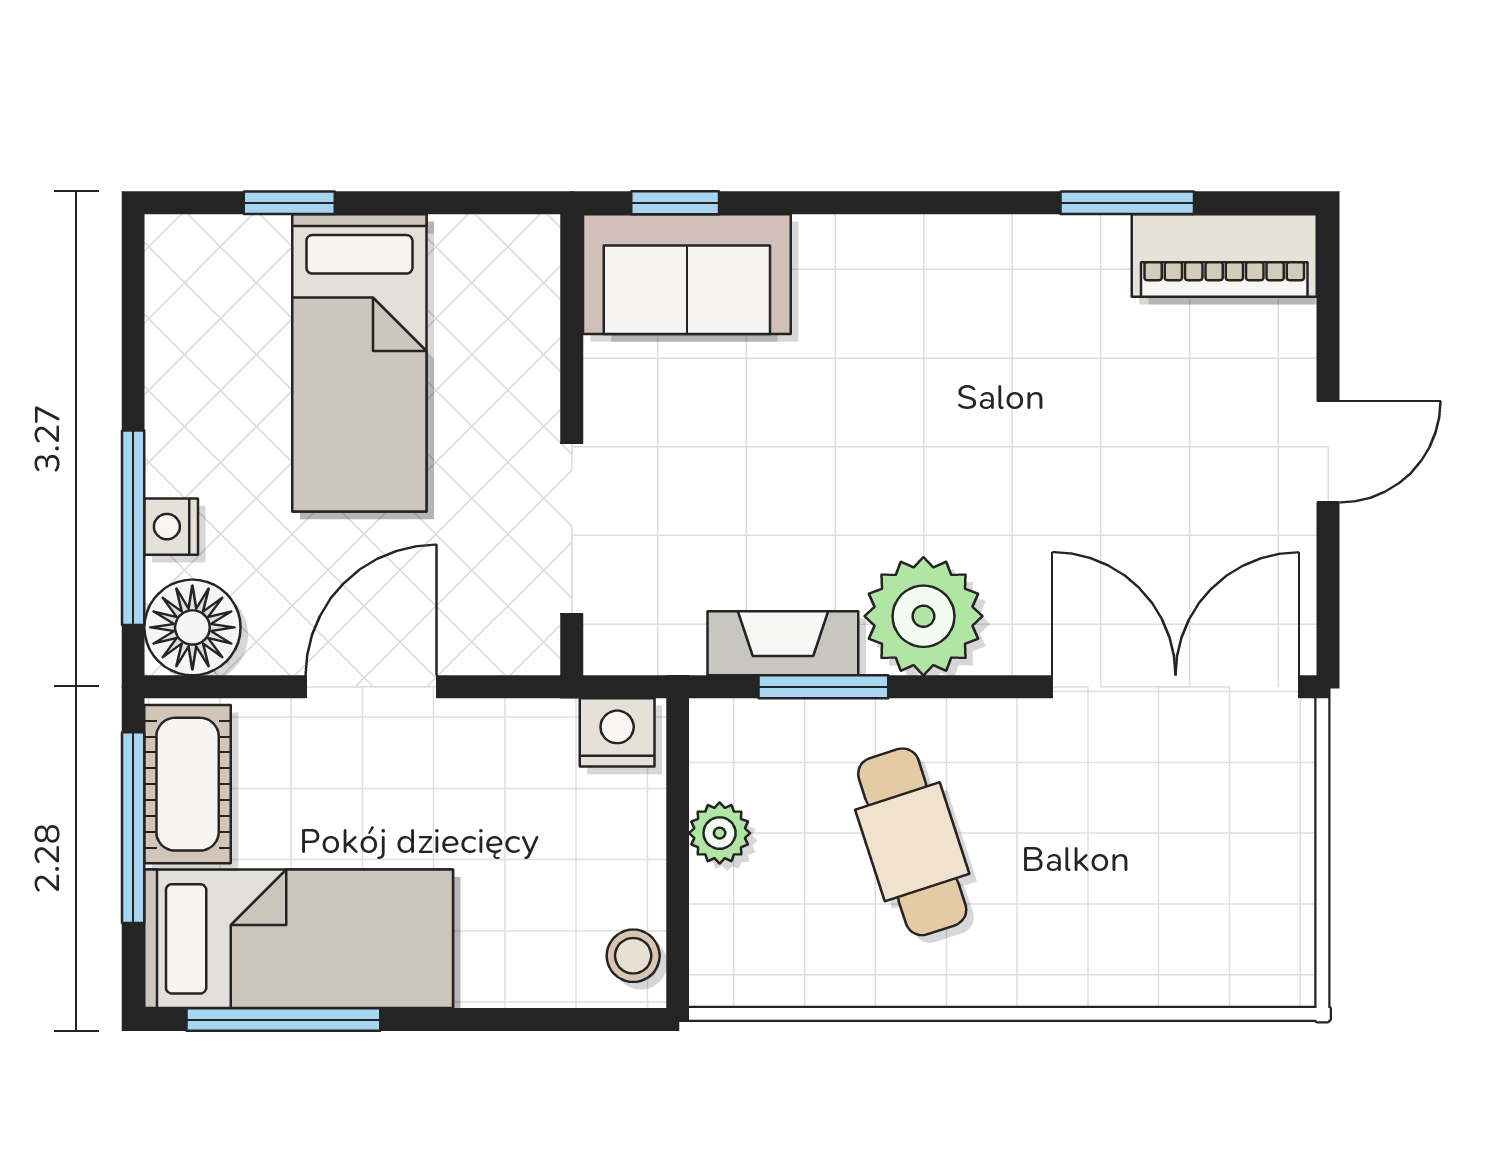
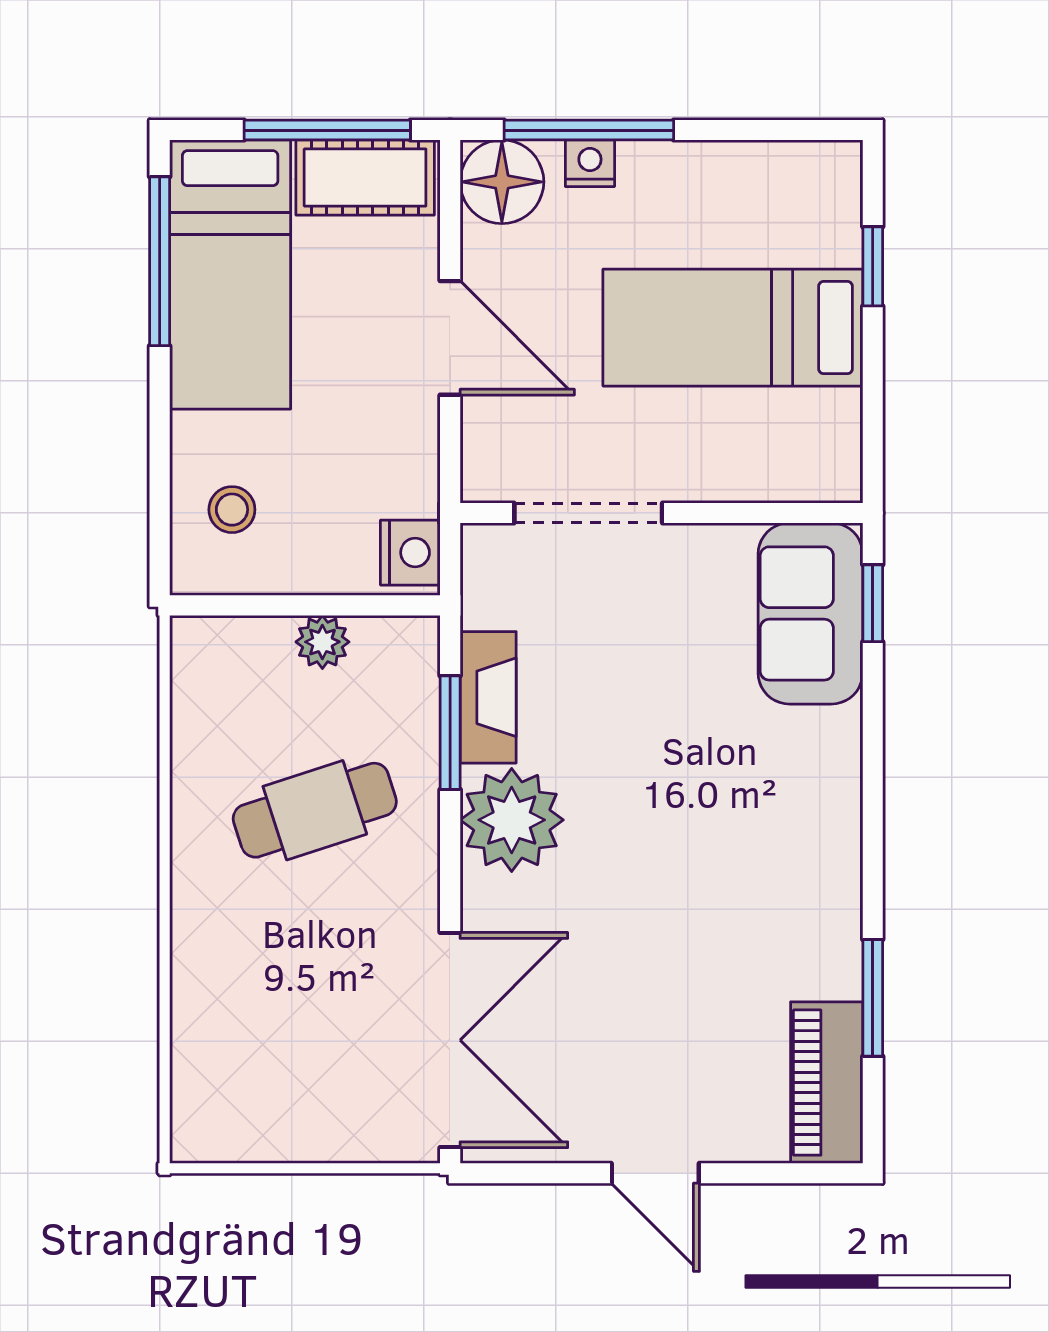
stool: (633, 956) -> (232, 510), moved

